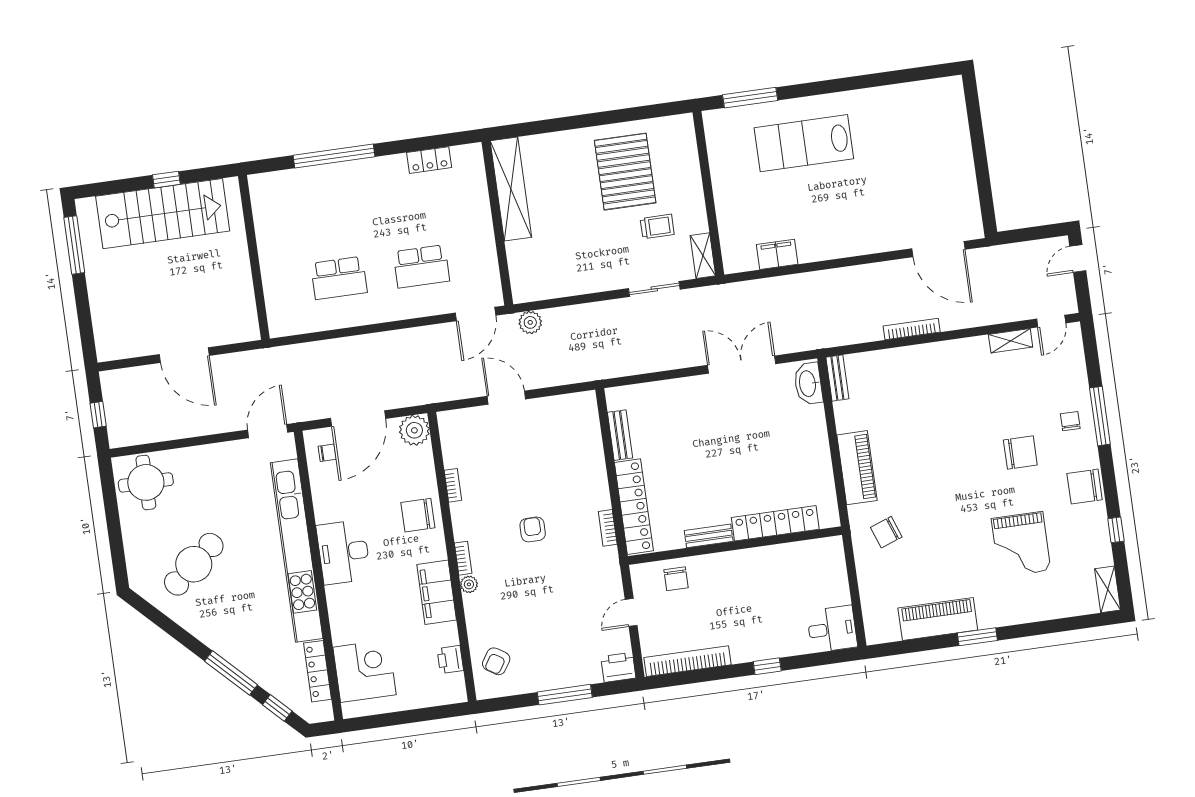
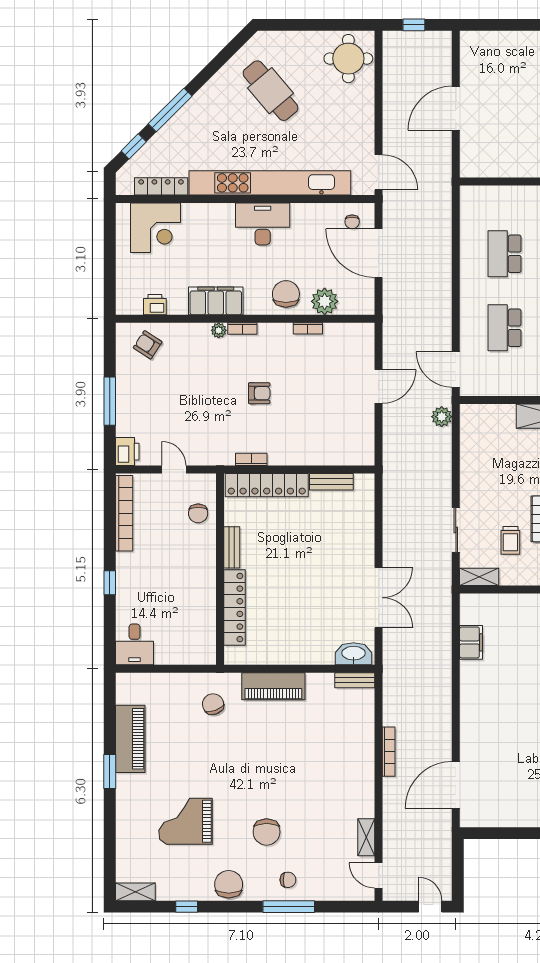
plant: (414, 430) -> (325, 301), moved
chair: (676, 579) -> (198, 513), turned -90

